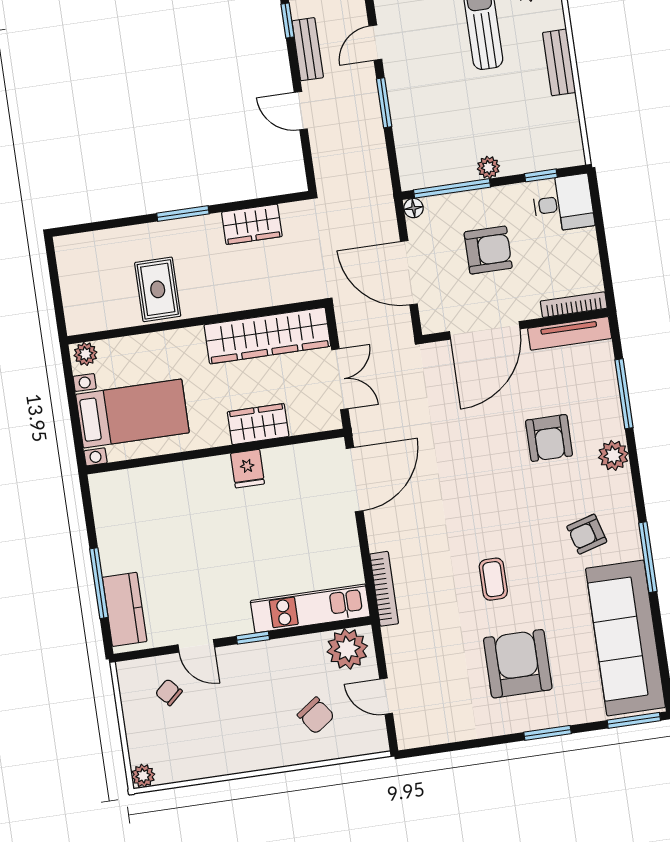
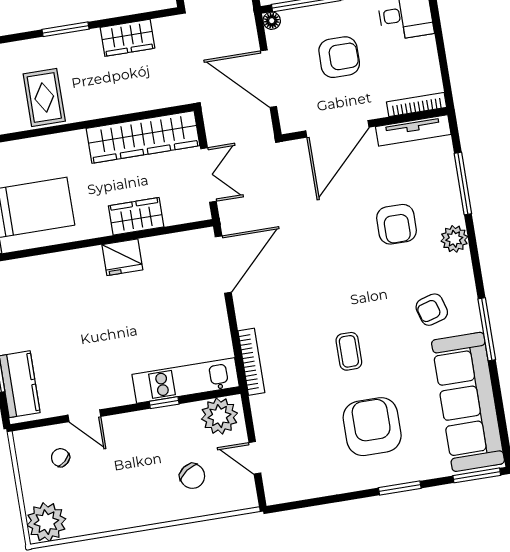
fridge: (248, 469) -> (122, 257), width x1.38
window: (253, 638) -> (164, 403), moved
plant: (143, 776) -> (46, 522), width x1.88, depth x1.88

